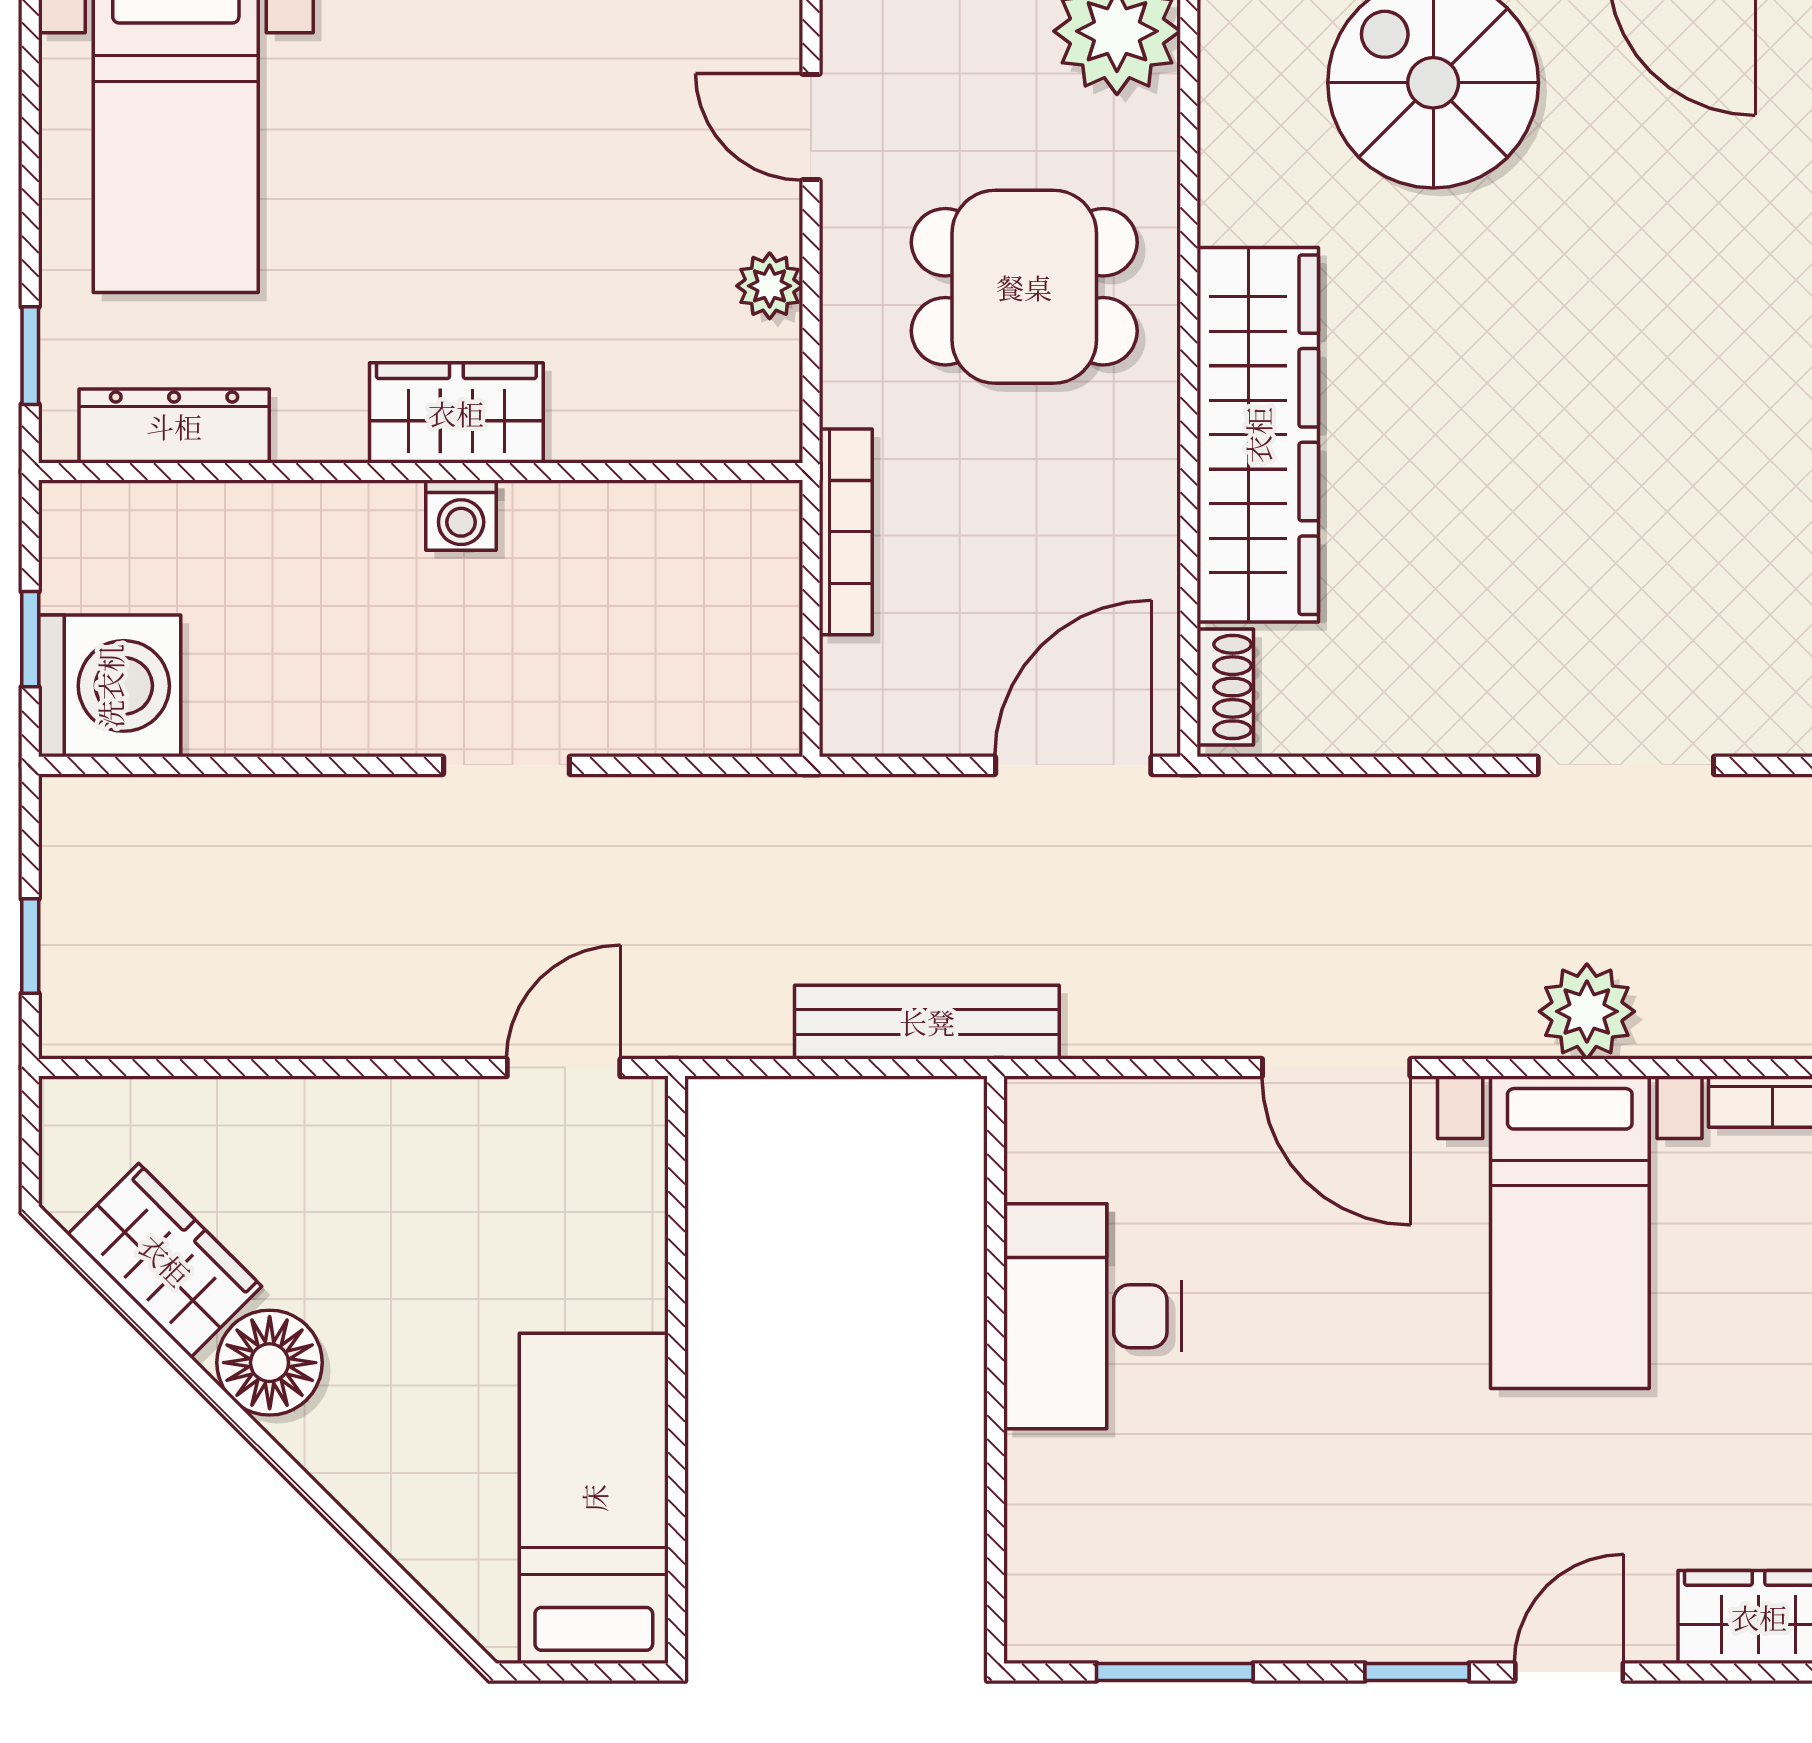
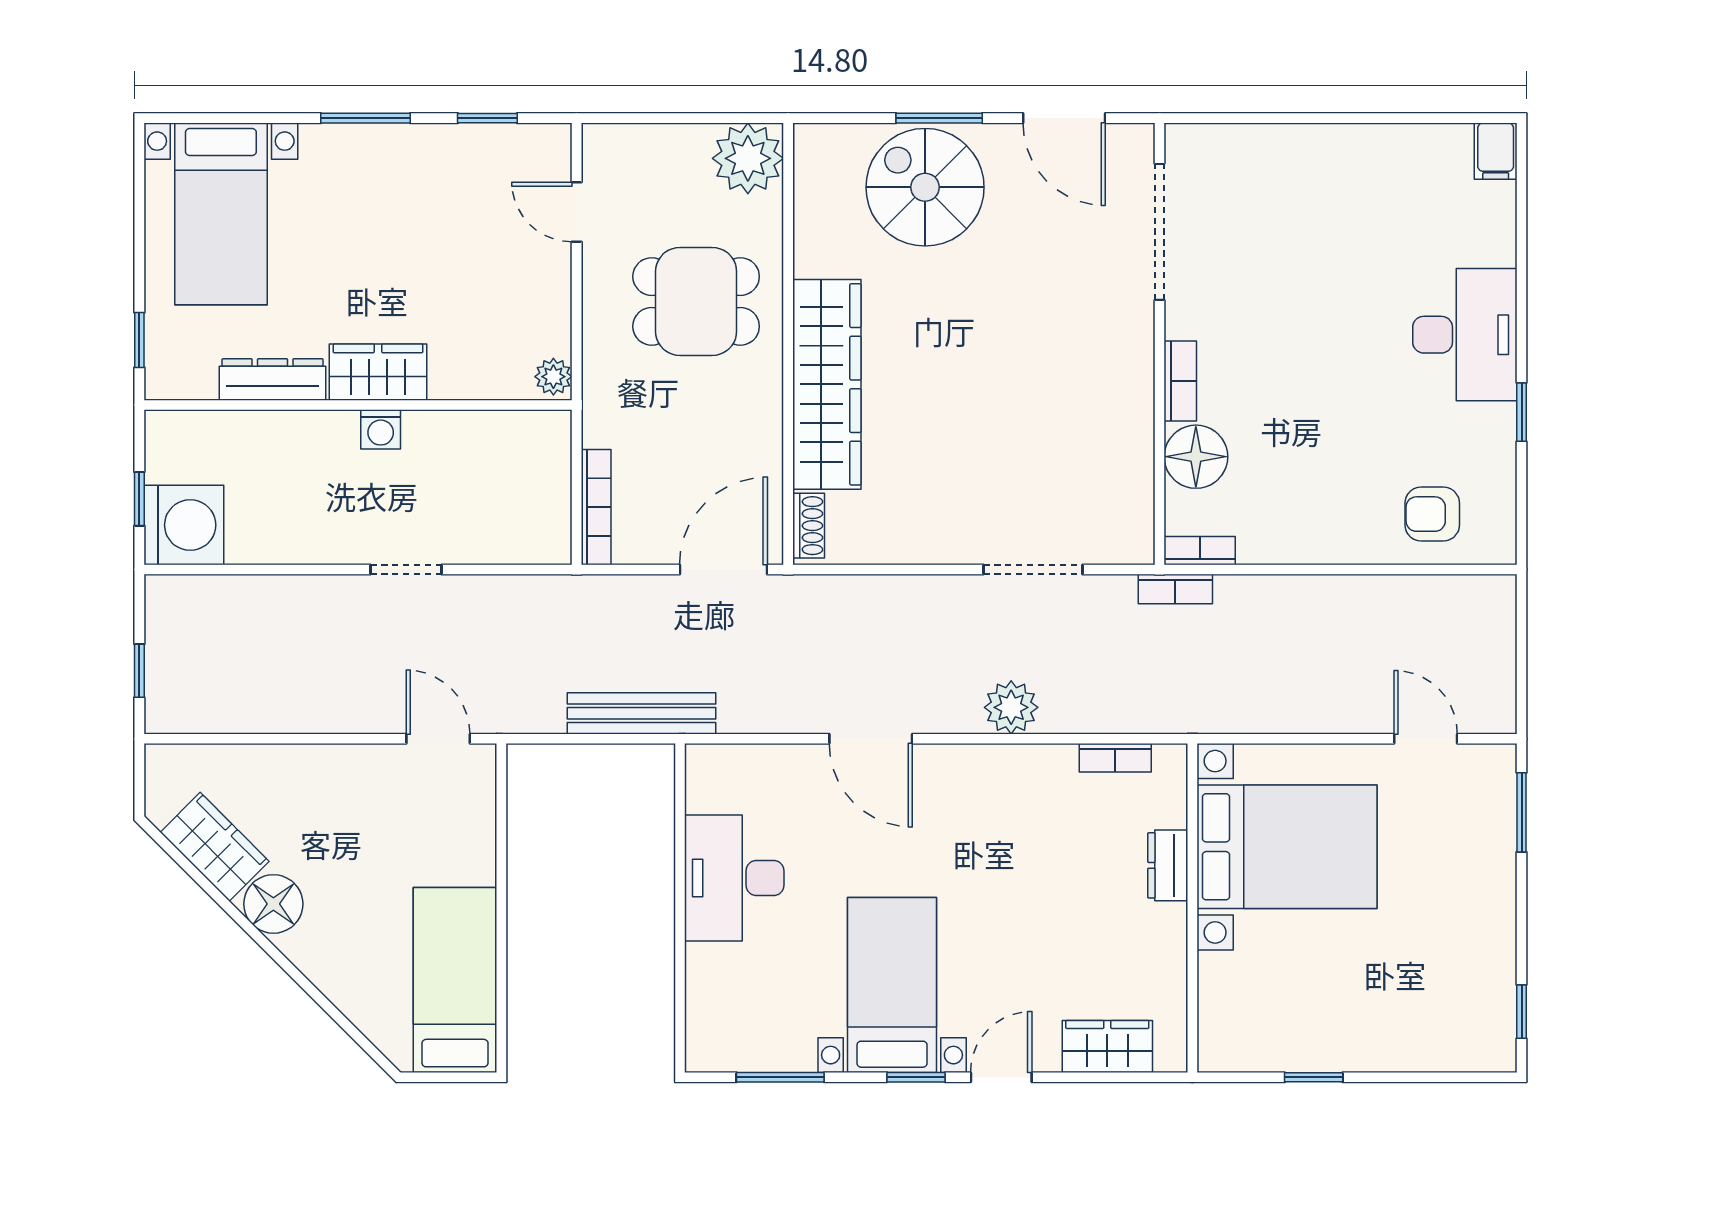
plant: (770, 286) -> (553, 377), moved
dresser: (174, 426) -> (273, 379), moved
bookcase: (846, 532) -> (596, 507), moved
door: (564, 1068) -> (438, 739), hinge flipped
bed with nightstands: (1570, 1232) -> (892, 985), moved, turned 180

